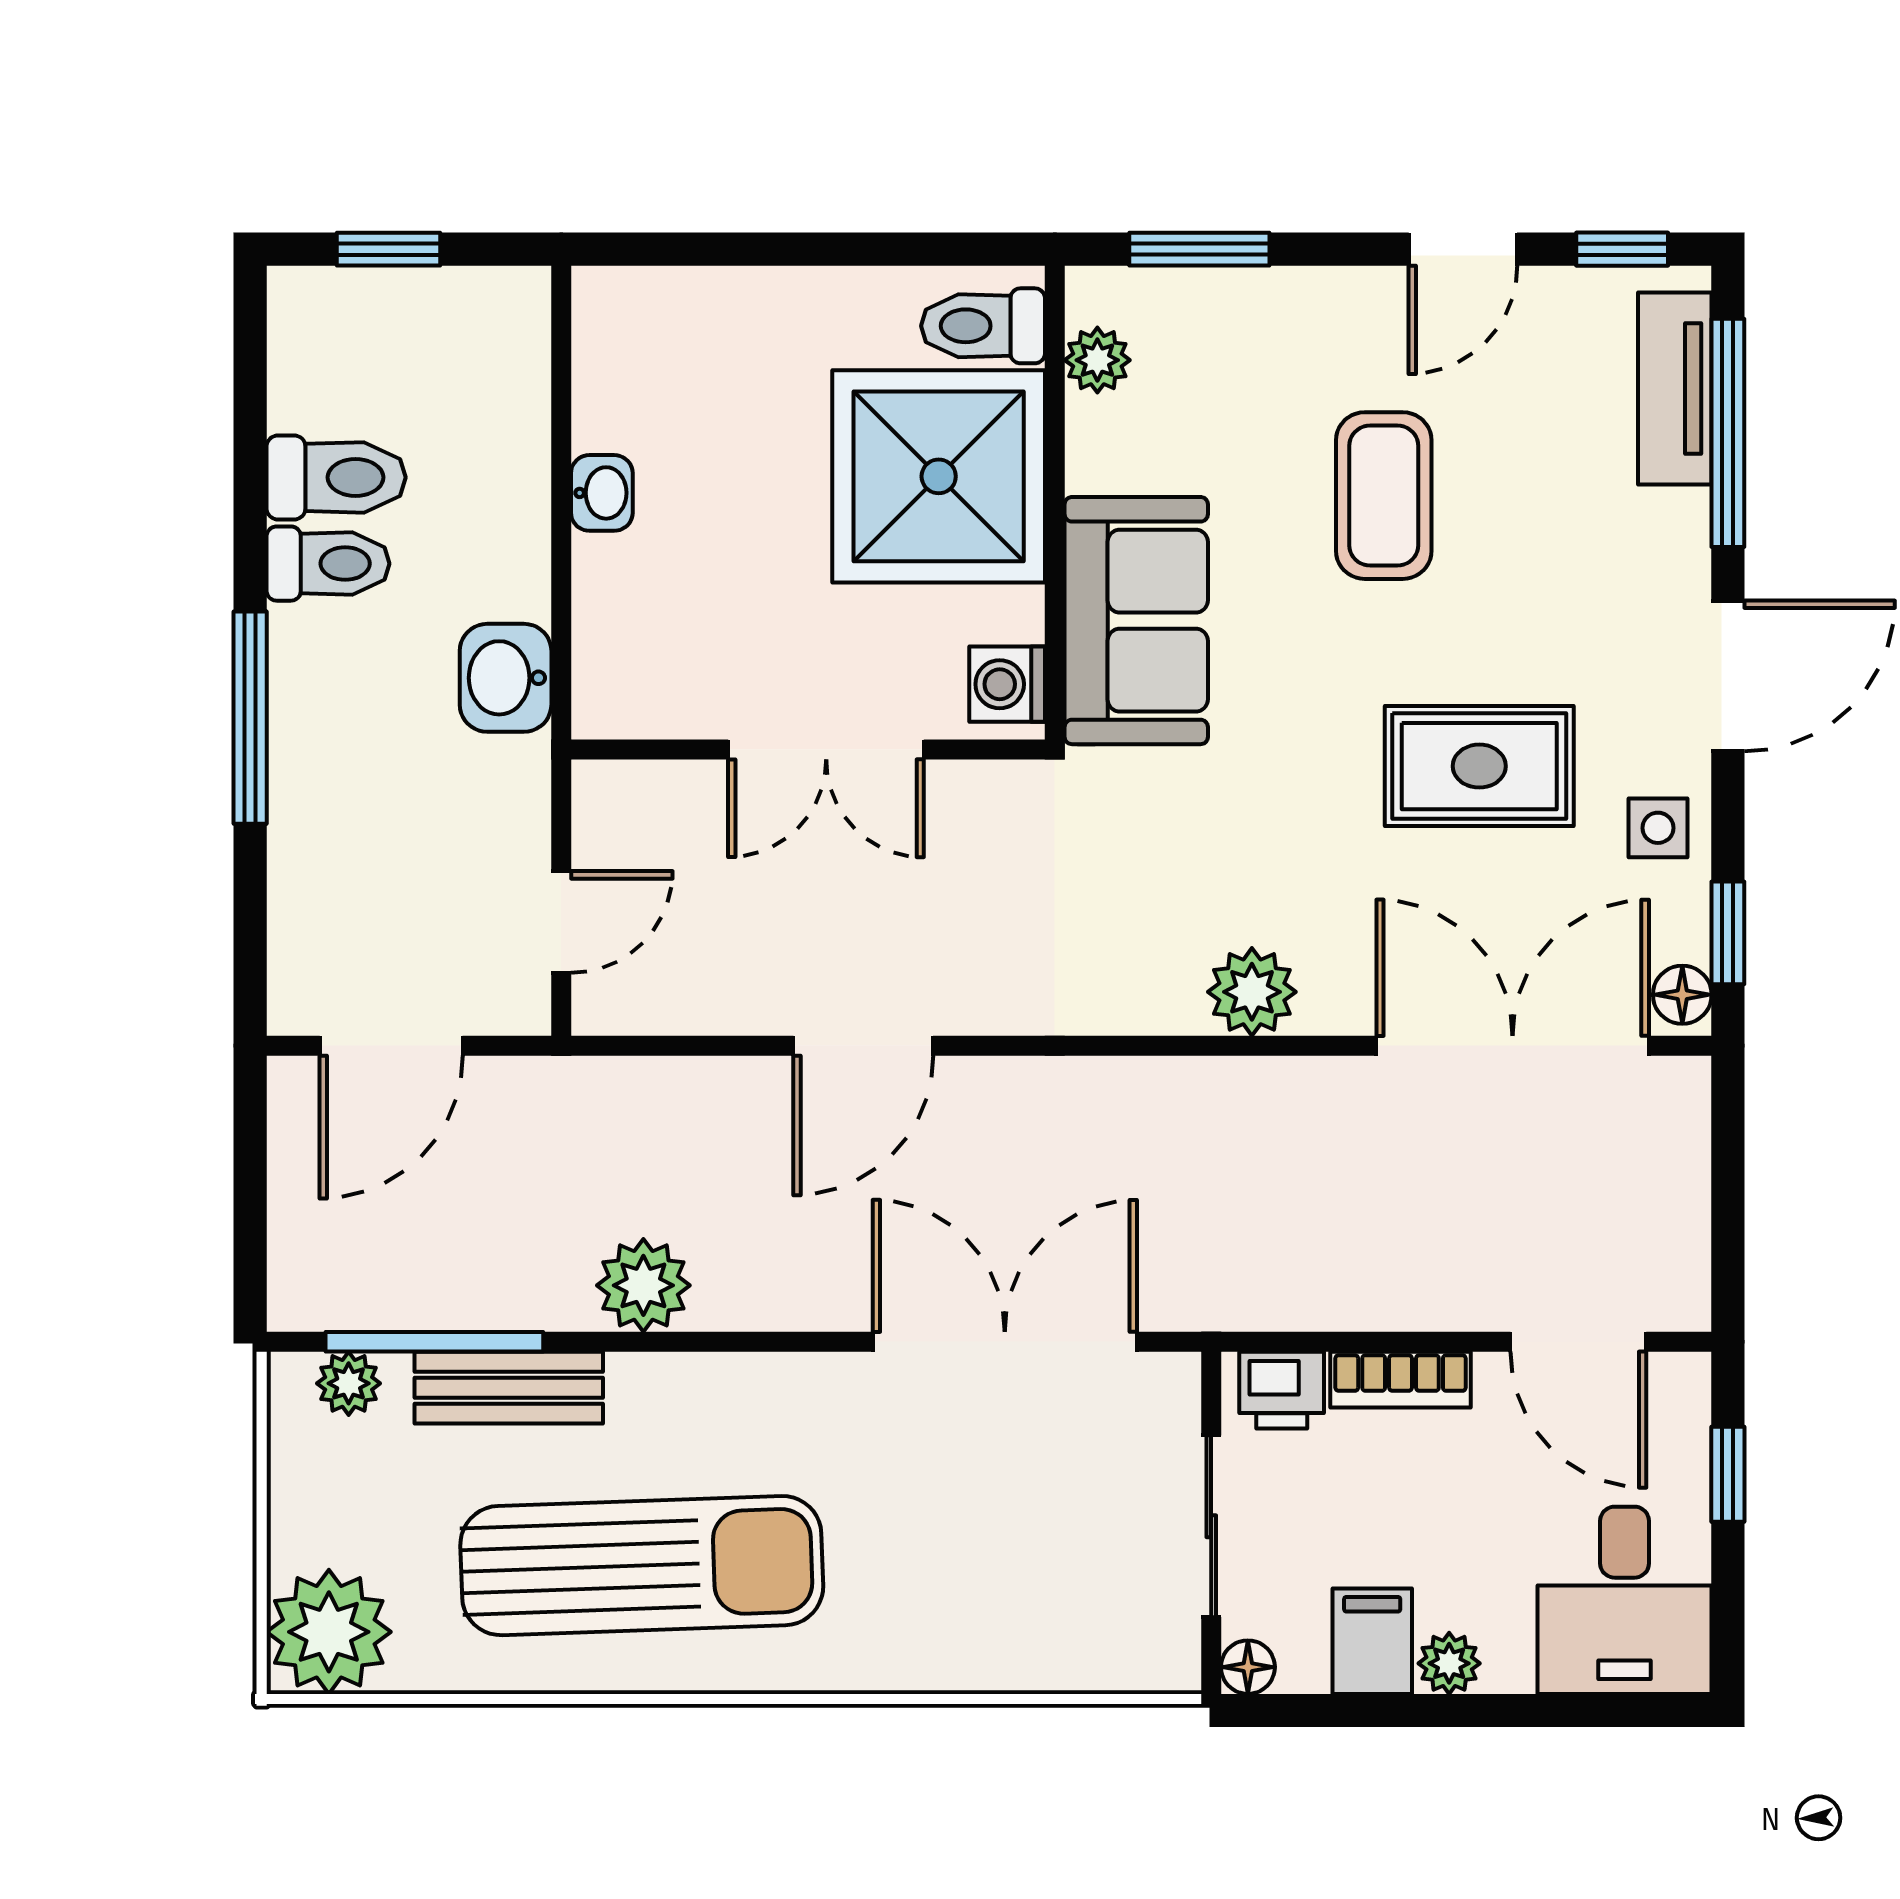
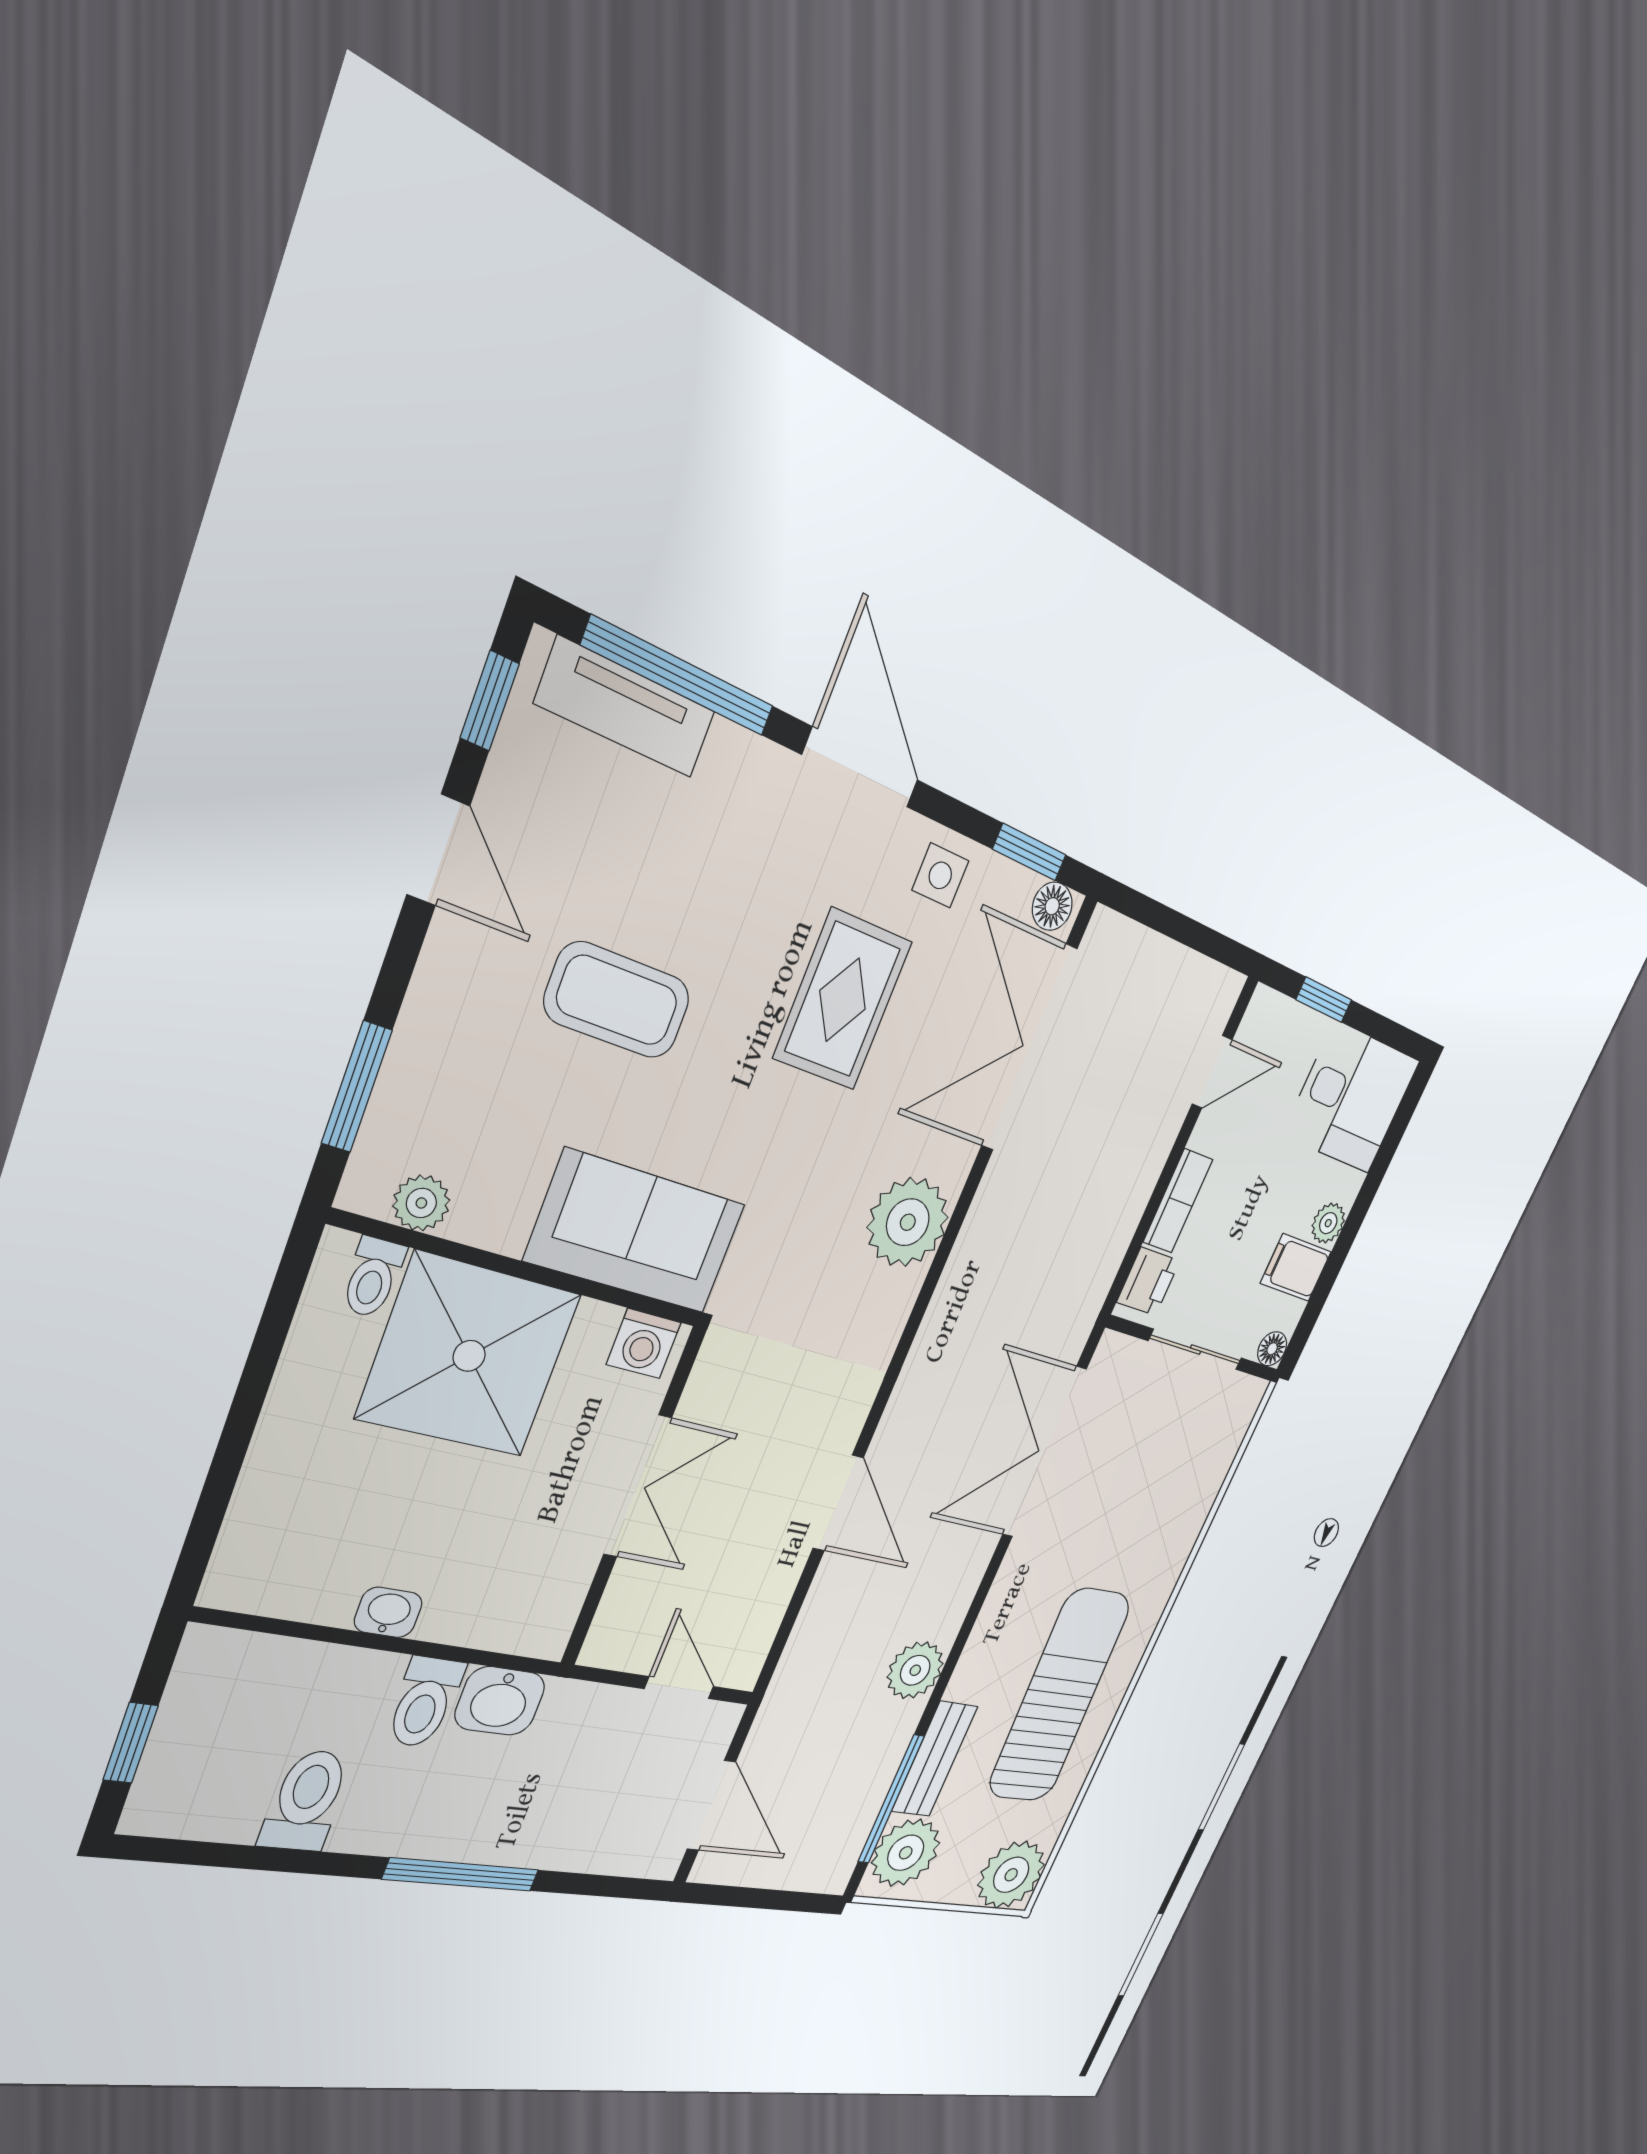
toilet: (983, 326) -> (373, 1277), width x0.73, depth x0.72
toilet: (328, 564) -> (424, 1702), moved, turned 180
plant: (1252, 992) -> (908, 1222), width x1.36, depth x1.36
door: (1578, 1342) -> (1212, 1072), width x0.73
plant: (349, 1383) -> (906, 1853), width x1.88, depth x1.88

